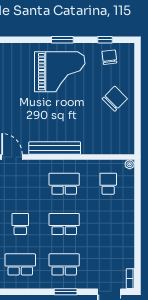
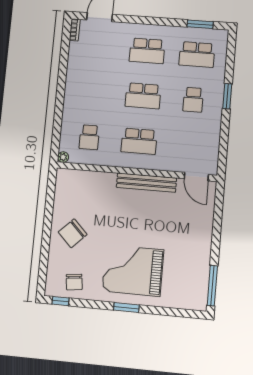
window: (105, 40) -> (60, 301), moved
window: (66, 292) -> (200, 24), moved

